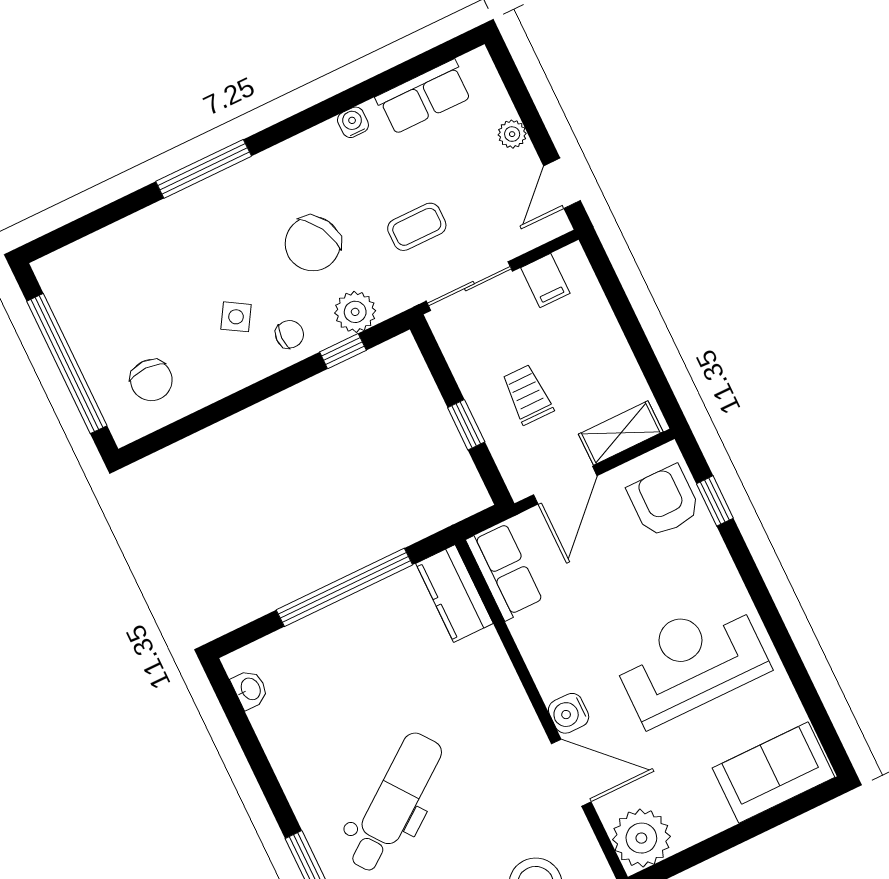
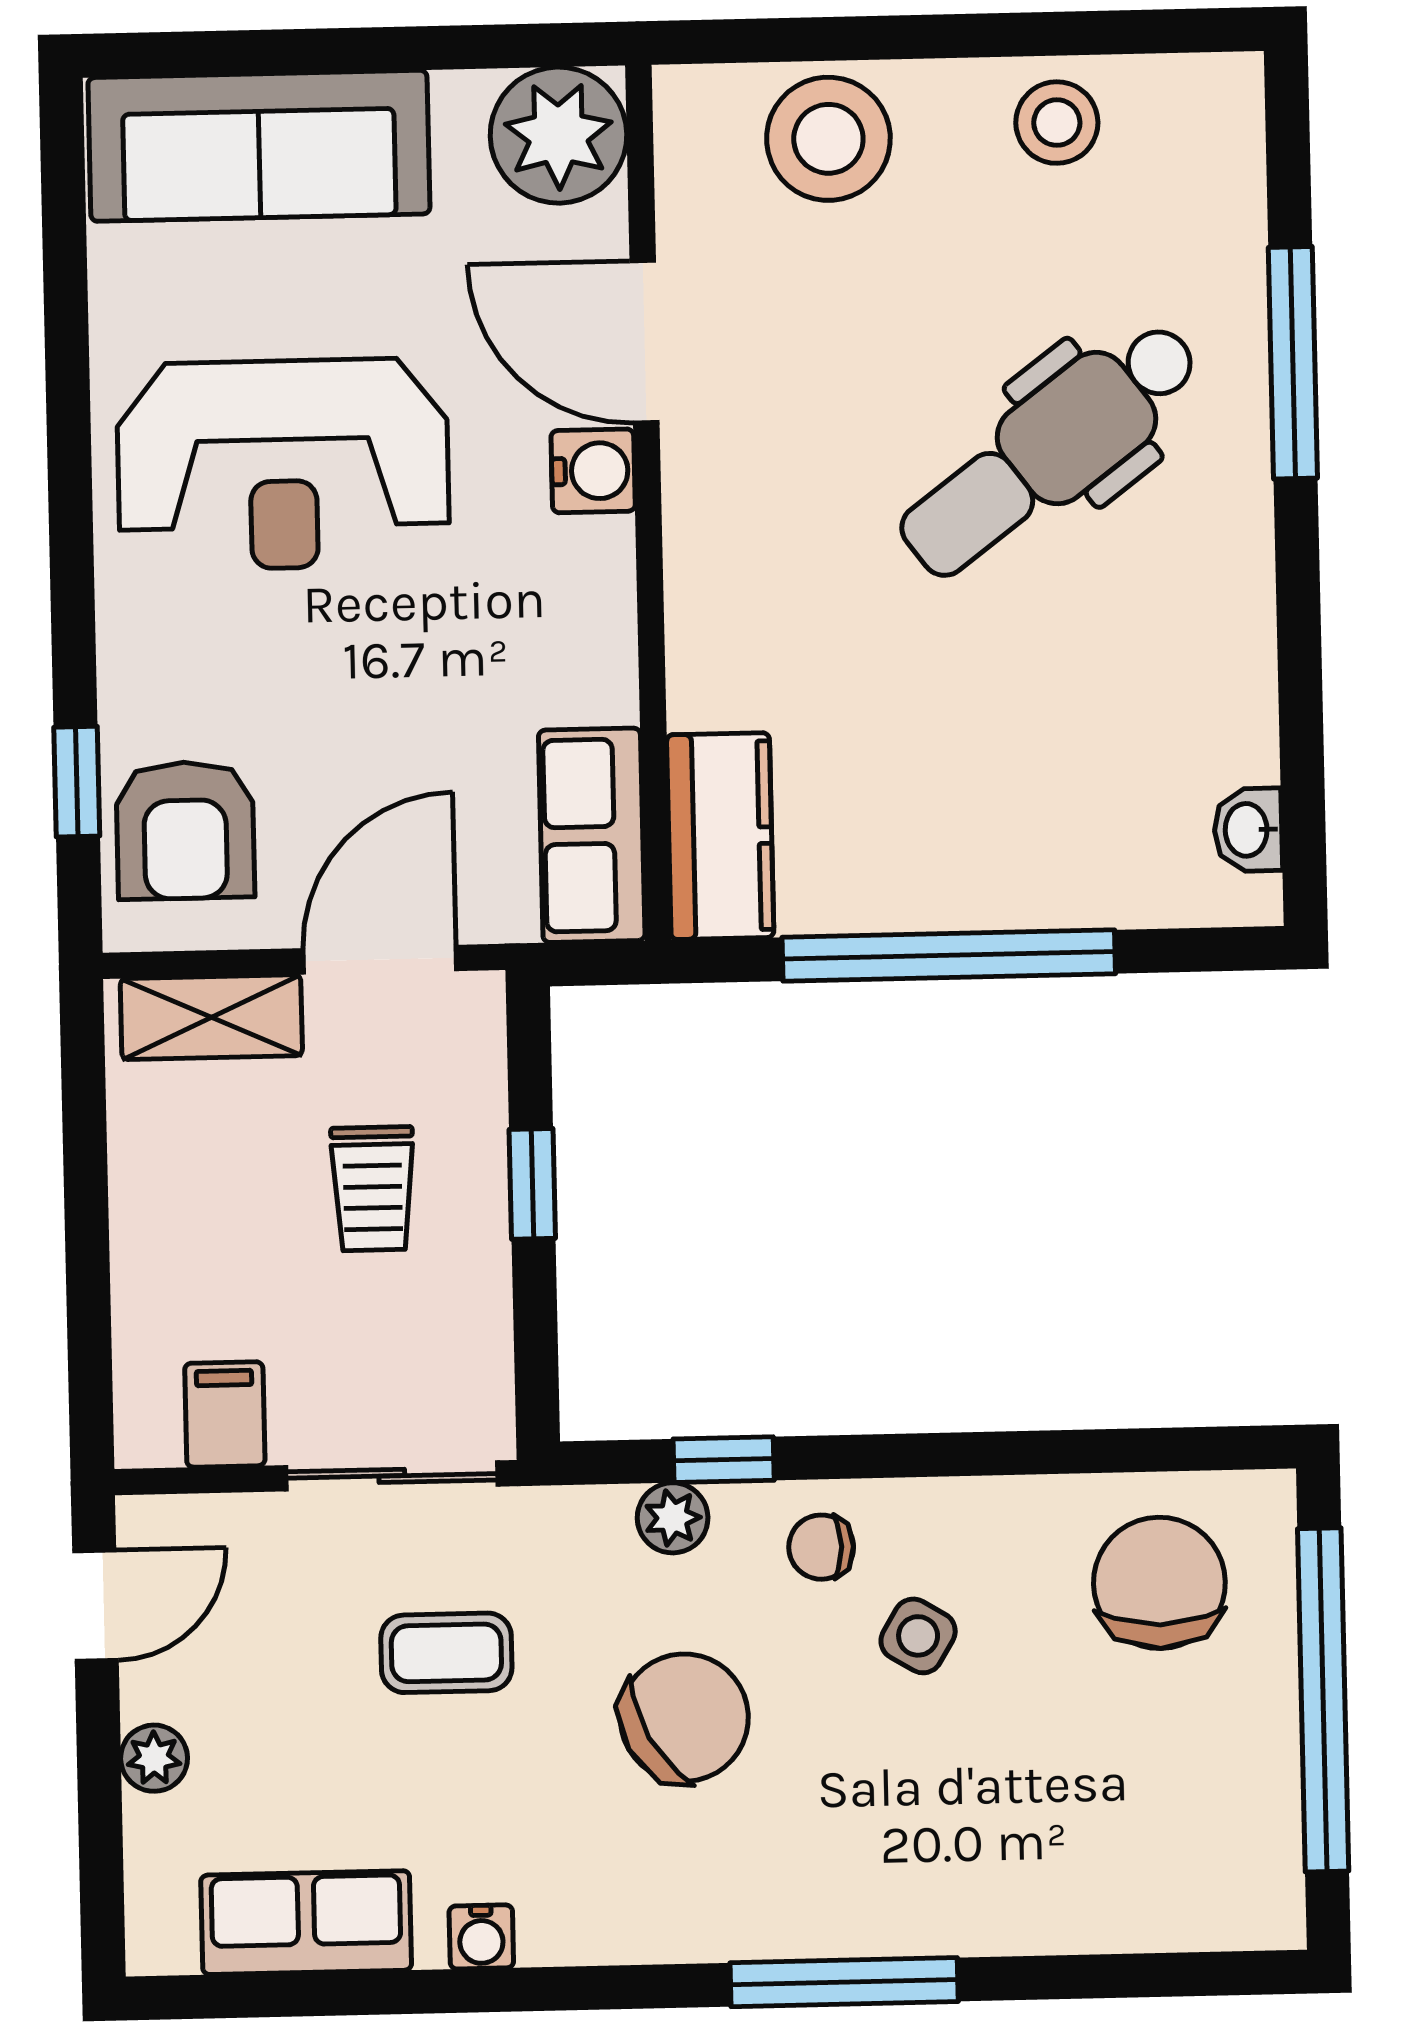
plant: (355, 312) -> (673, 1518), width x0.73, depth x0.73
chair: (151, 380) -> (1159, 1583), width x1.37, depth x1.37
sofa: (774, 773) -> (259, 146), width x1.36

